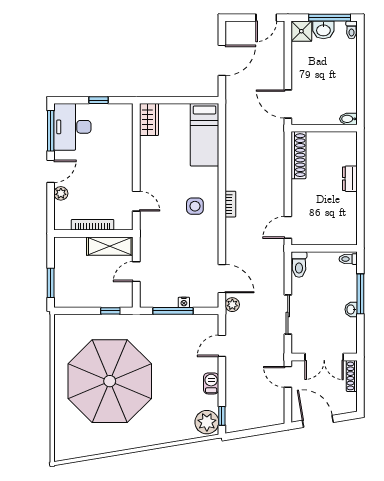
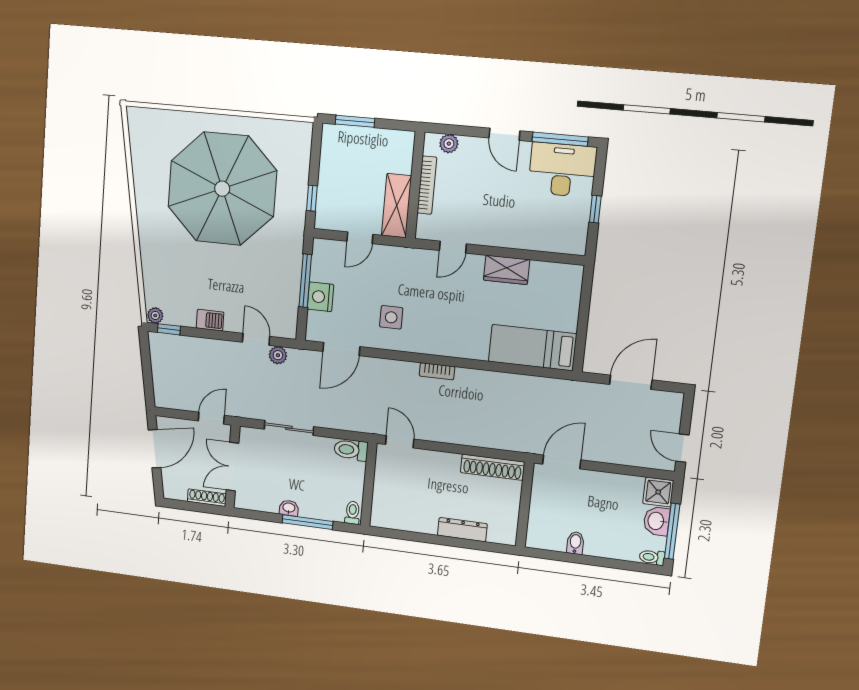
door: (222, 60) -> (631, 382), swing flipped
bidet: (348, 119) -> (575, 543), moved
wardrobe: (149, 120) -> (507, 270), moved
dresser: (350, 179) -> (462, 530), width x1.44
plant: (61, 193) -> (449, 144), moved
side table: (195, 206) -> (391, 317), moved
door: (136, 272) -> (360, 238), swing flipped
nightstand: (184, 302) -> (320, 297), width x1.89, depth x1.79
plant: (232, 305) -> (278, 355), moved
plant: (207, 422) -> (155, 315), width x0.53, depth x0.53

